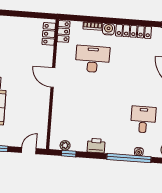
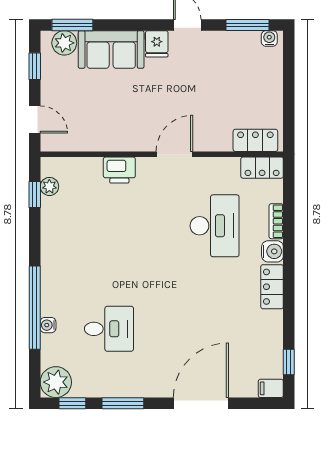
locker: (134, 31) -> (272, 287), width x0.66
printer: (96, 146) -> (119, 170), moved, turned 90

